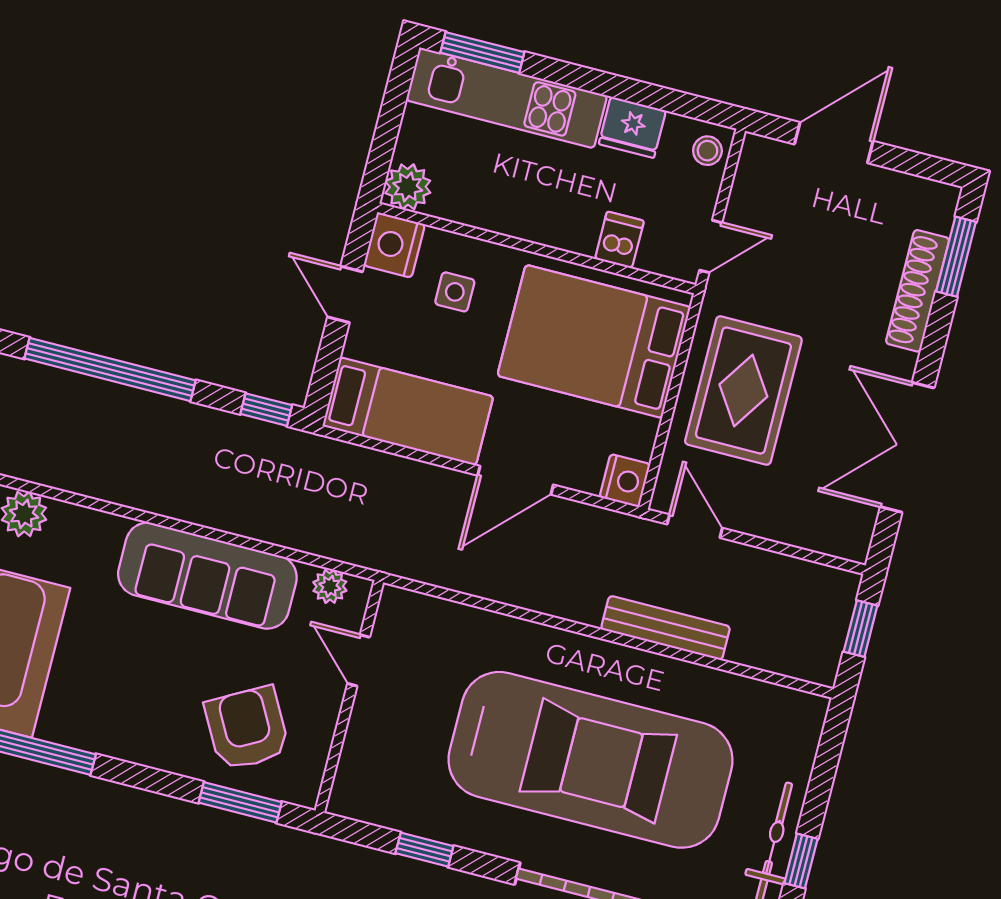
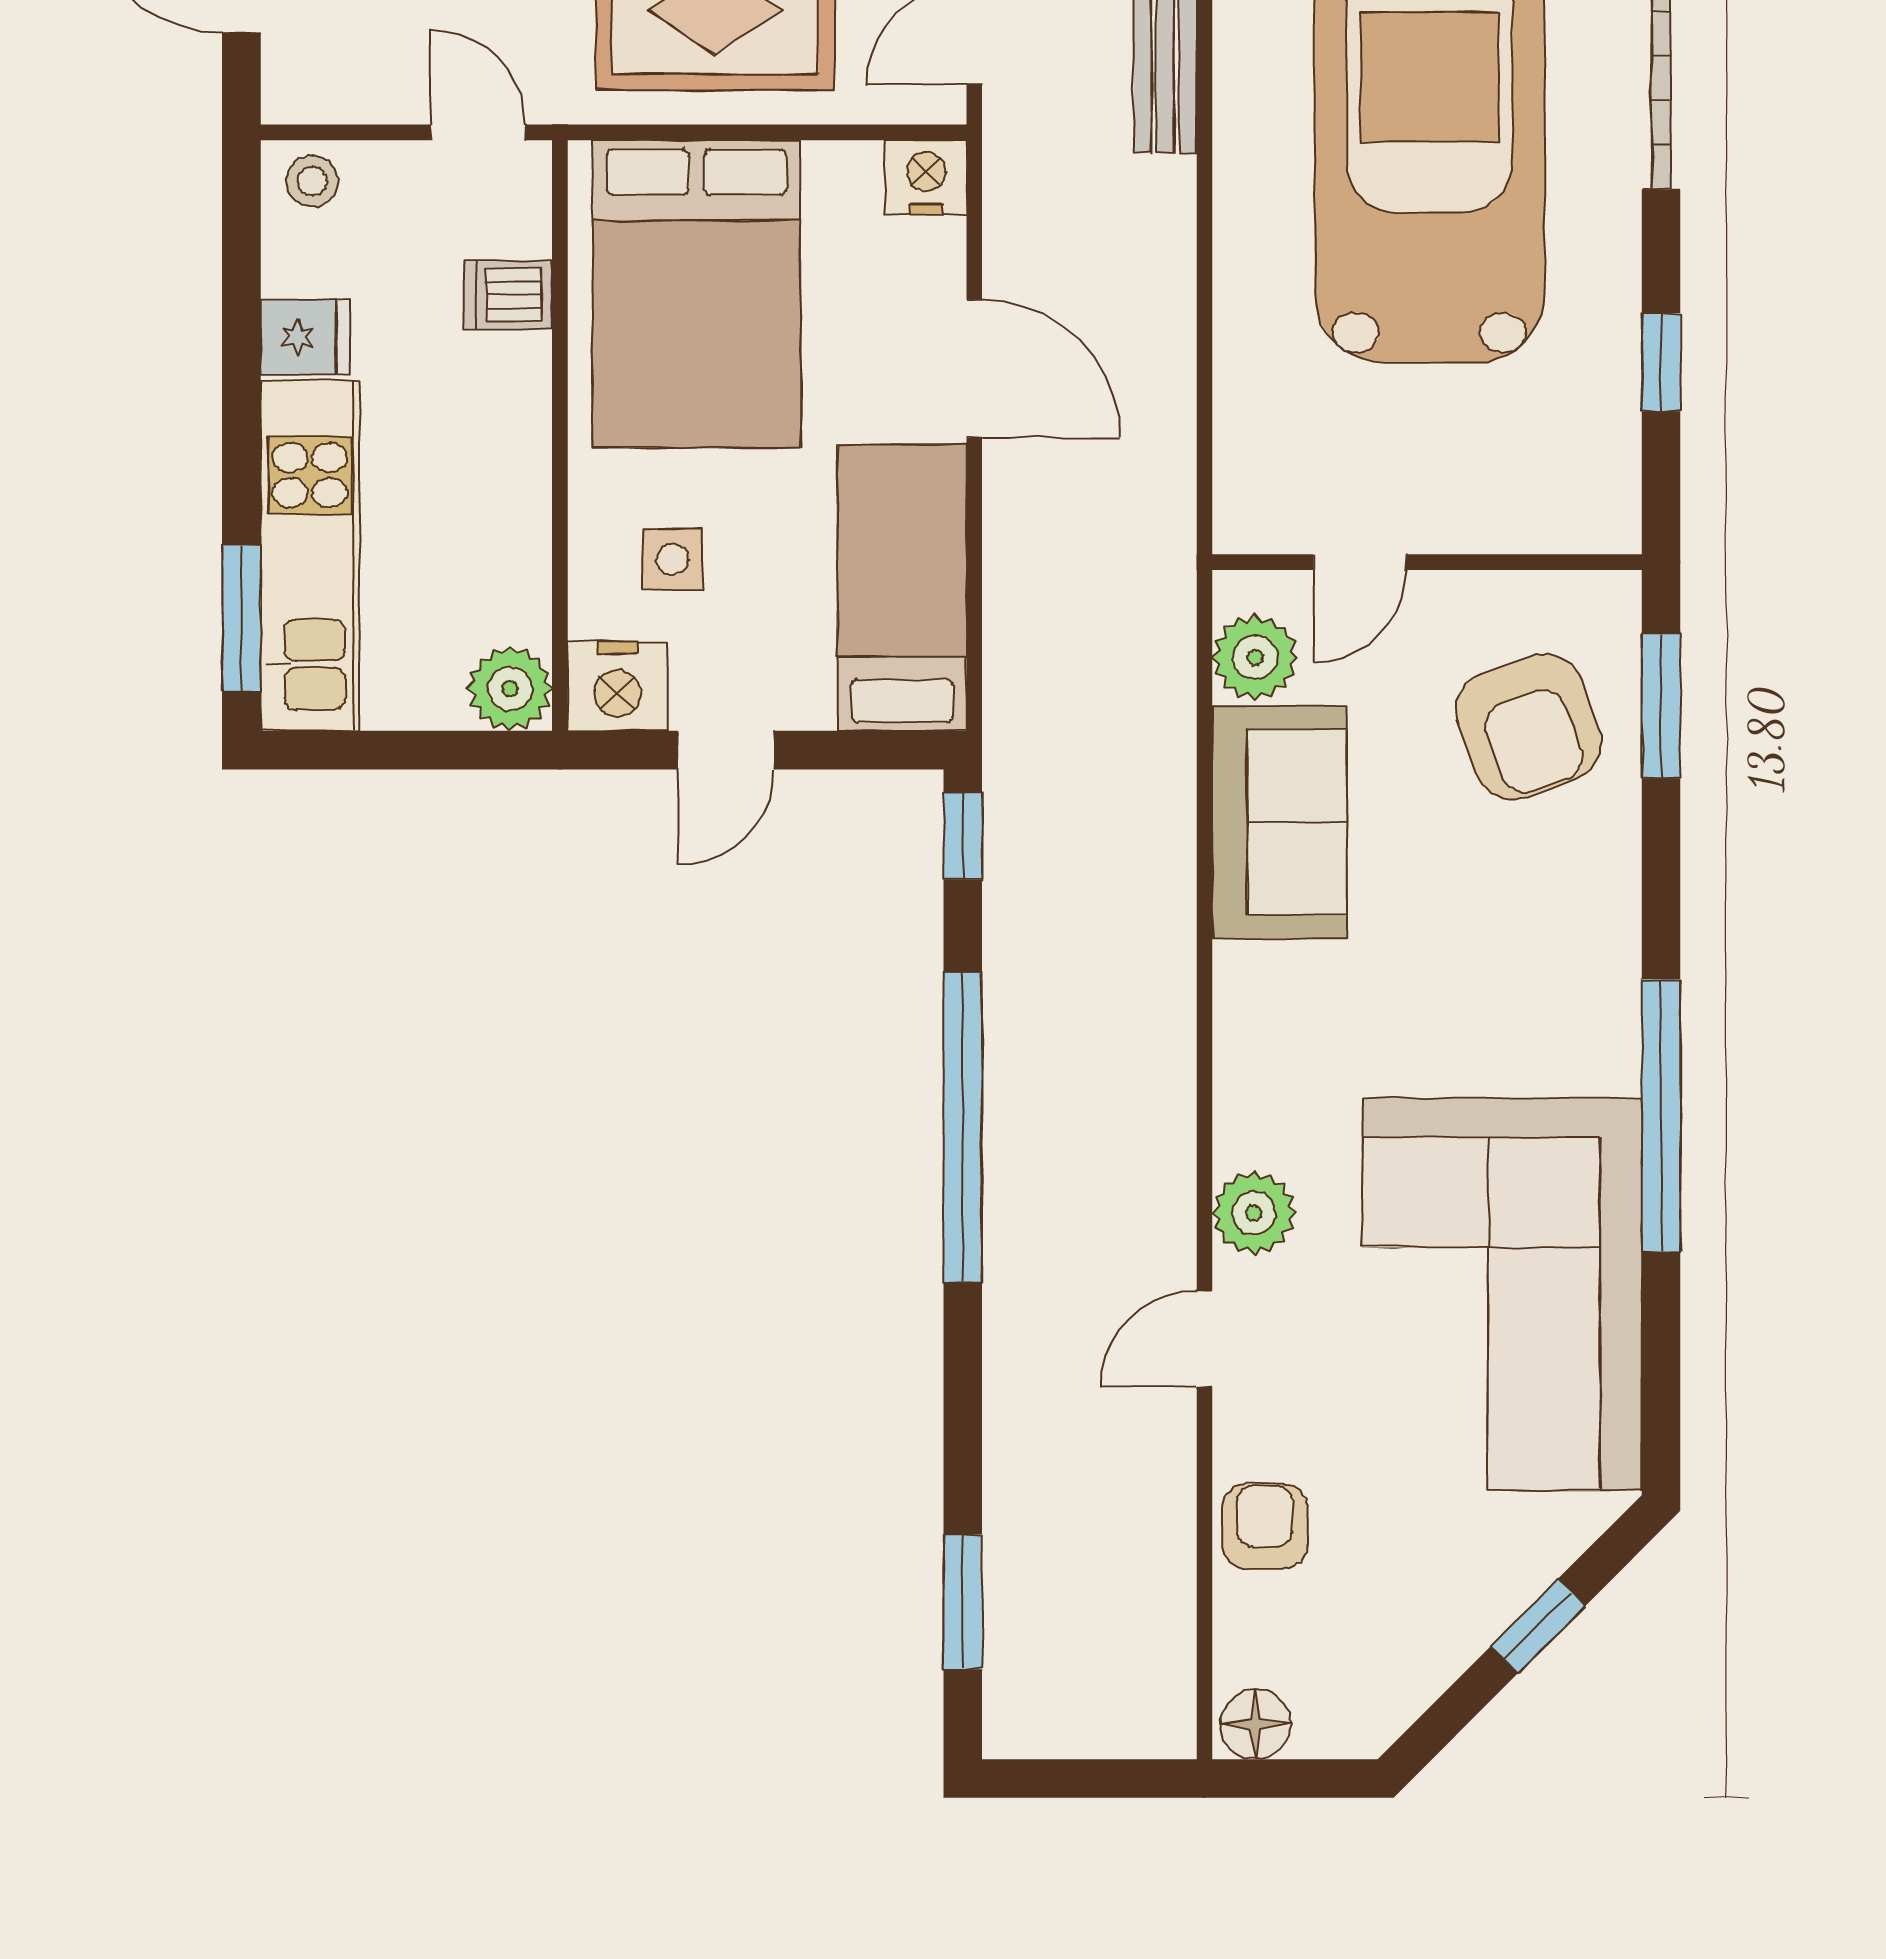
fridge: (632, 127) -> (305, 337), width x0.72
sofa: (207, 576) -> (1279, 822), width x0.73
plant: (330, 586) -> (1255, 657), width x1.38, depth x1.38
armchair: (247, 728) -> (1529, 727), turned -81

